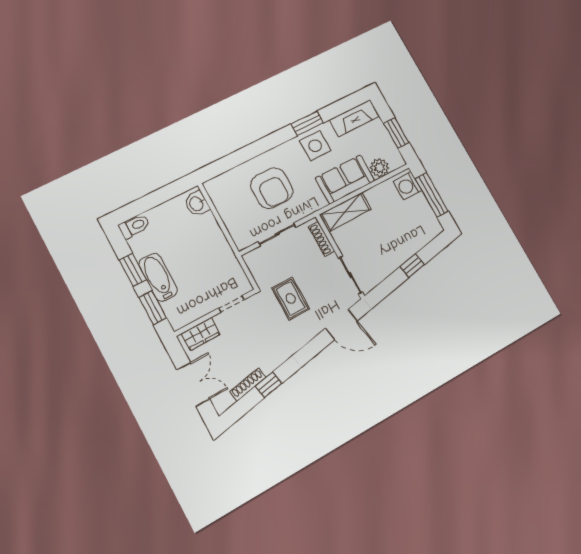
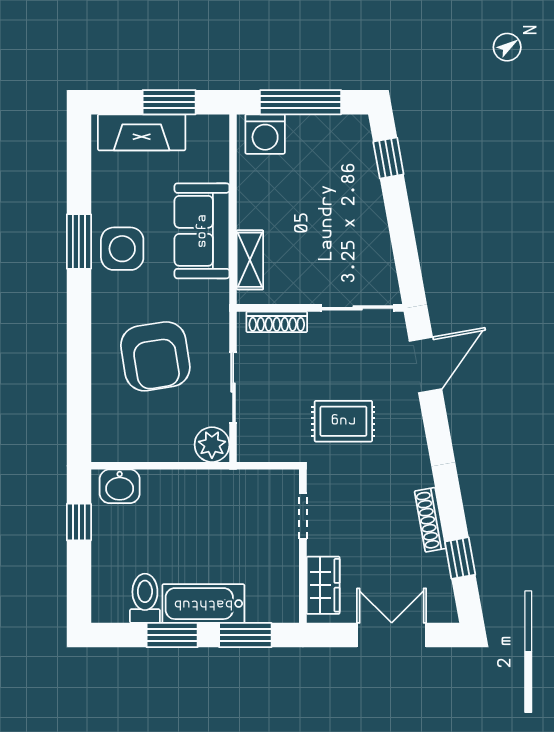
fireplace: (355, 118) -> (142, 132), moved, turned 90
plant: (379, 168) -> (212, 445), moved
armchair: (272, 188) -> (155, 356), turned 81
window: (167, 193) -> (79, 522), added
shelving: (345, 212) -> (250, 260), width x0.67, depth x0.75
toilet: (135, 226) -> (145, 598), moved
window: (412, 266) -> (388, 158), moved
shoe rack: (248, 385) -> (430, 520), moved
window: (269, 385) -> (460, 558), moved

